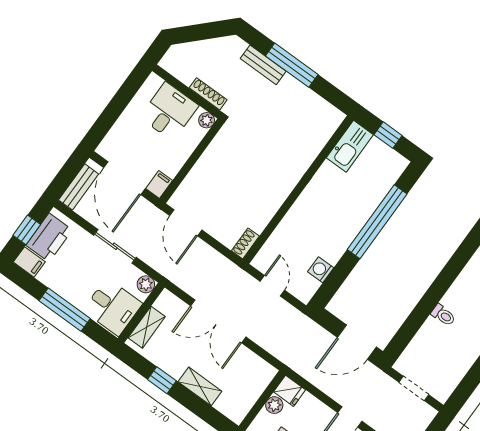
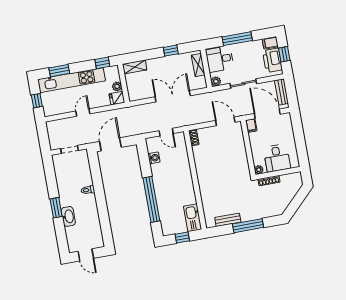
bench: (263, 65) -> (228, 220), moved
shelving: (200, 386) -> (135, 67), moved

